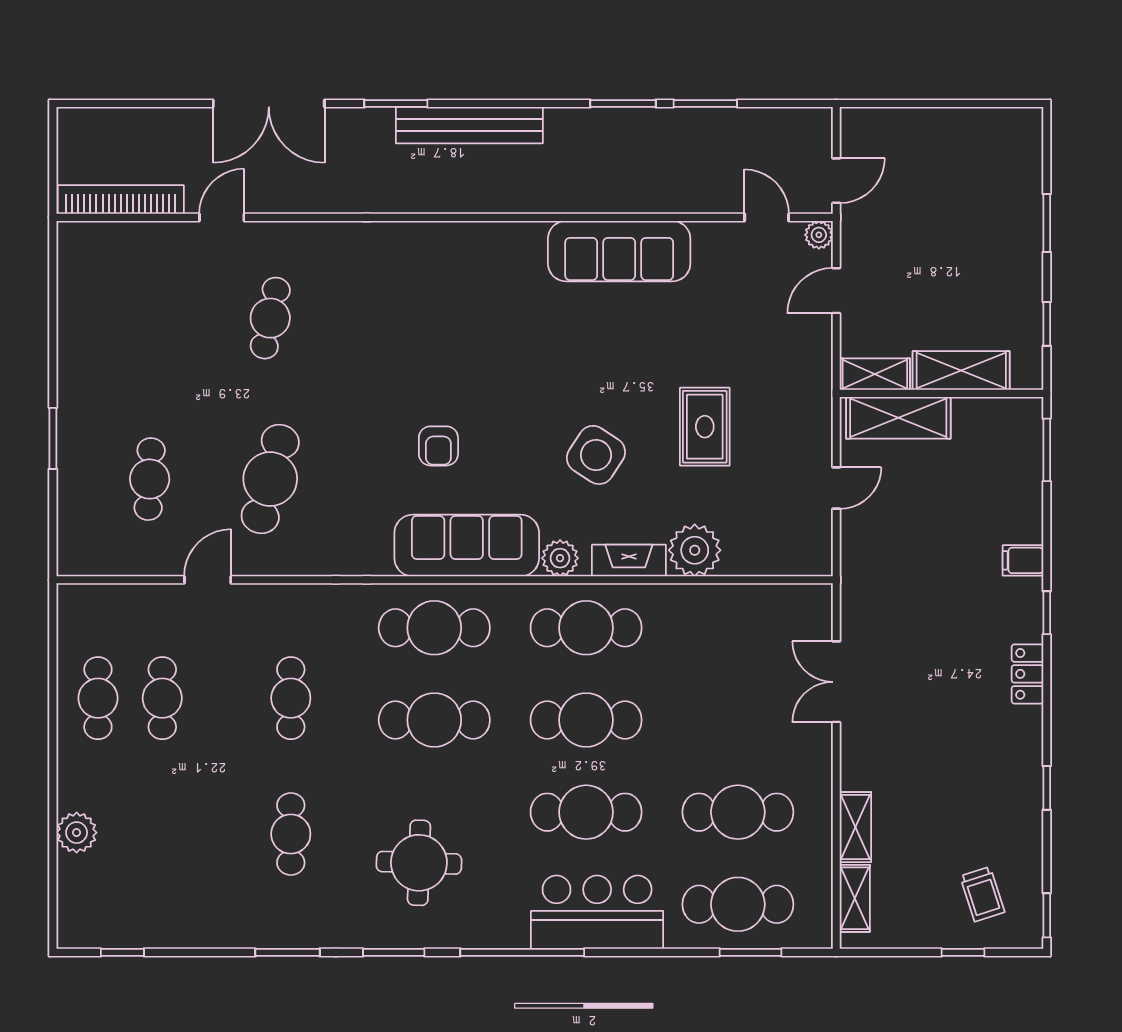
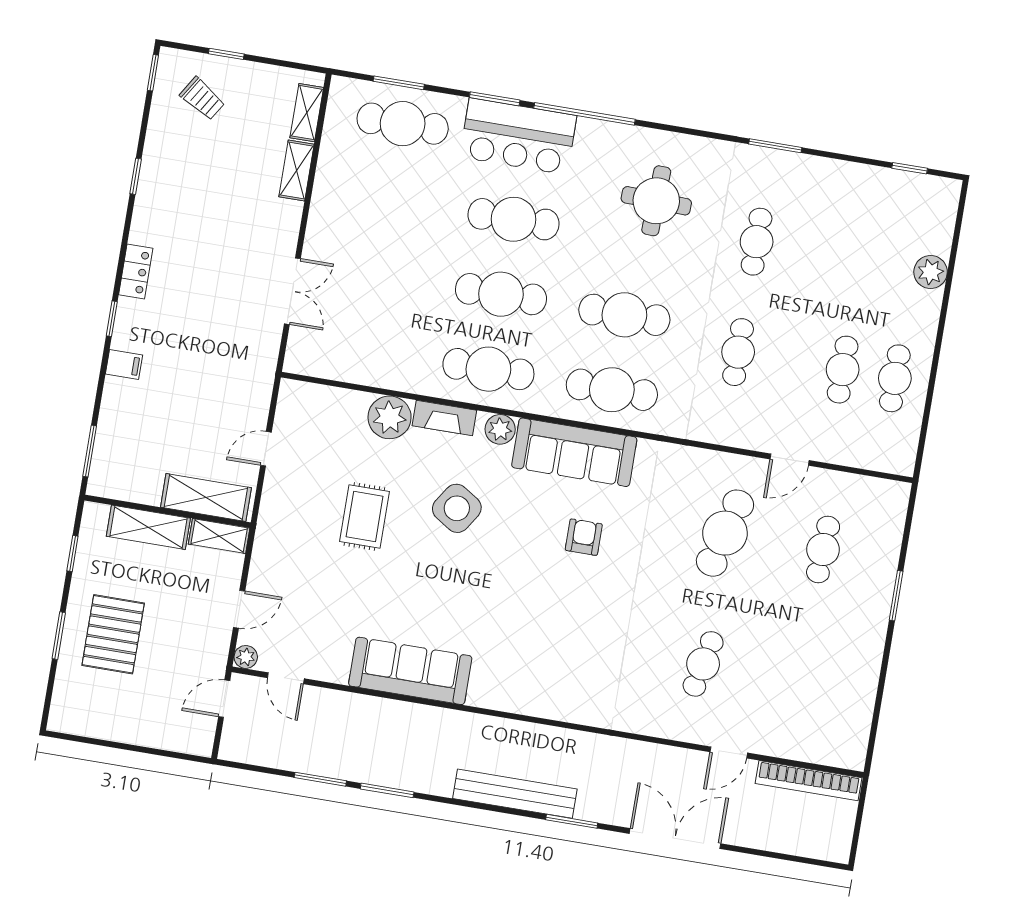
pallet: (982, 235) -> (113, 634), added
cafe table: (738, 812) -> (390, 199), removed
trolley: (982, 894) -> (202, 99), turned 140
window: (394, 952) -> (495, 99), moved

